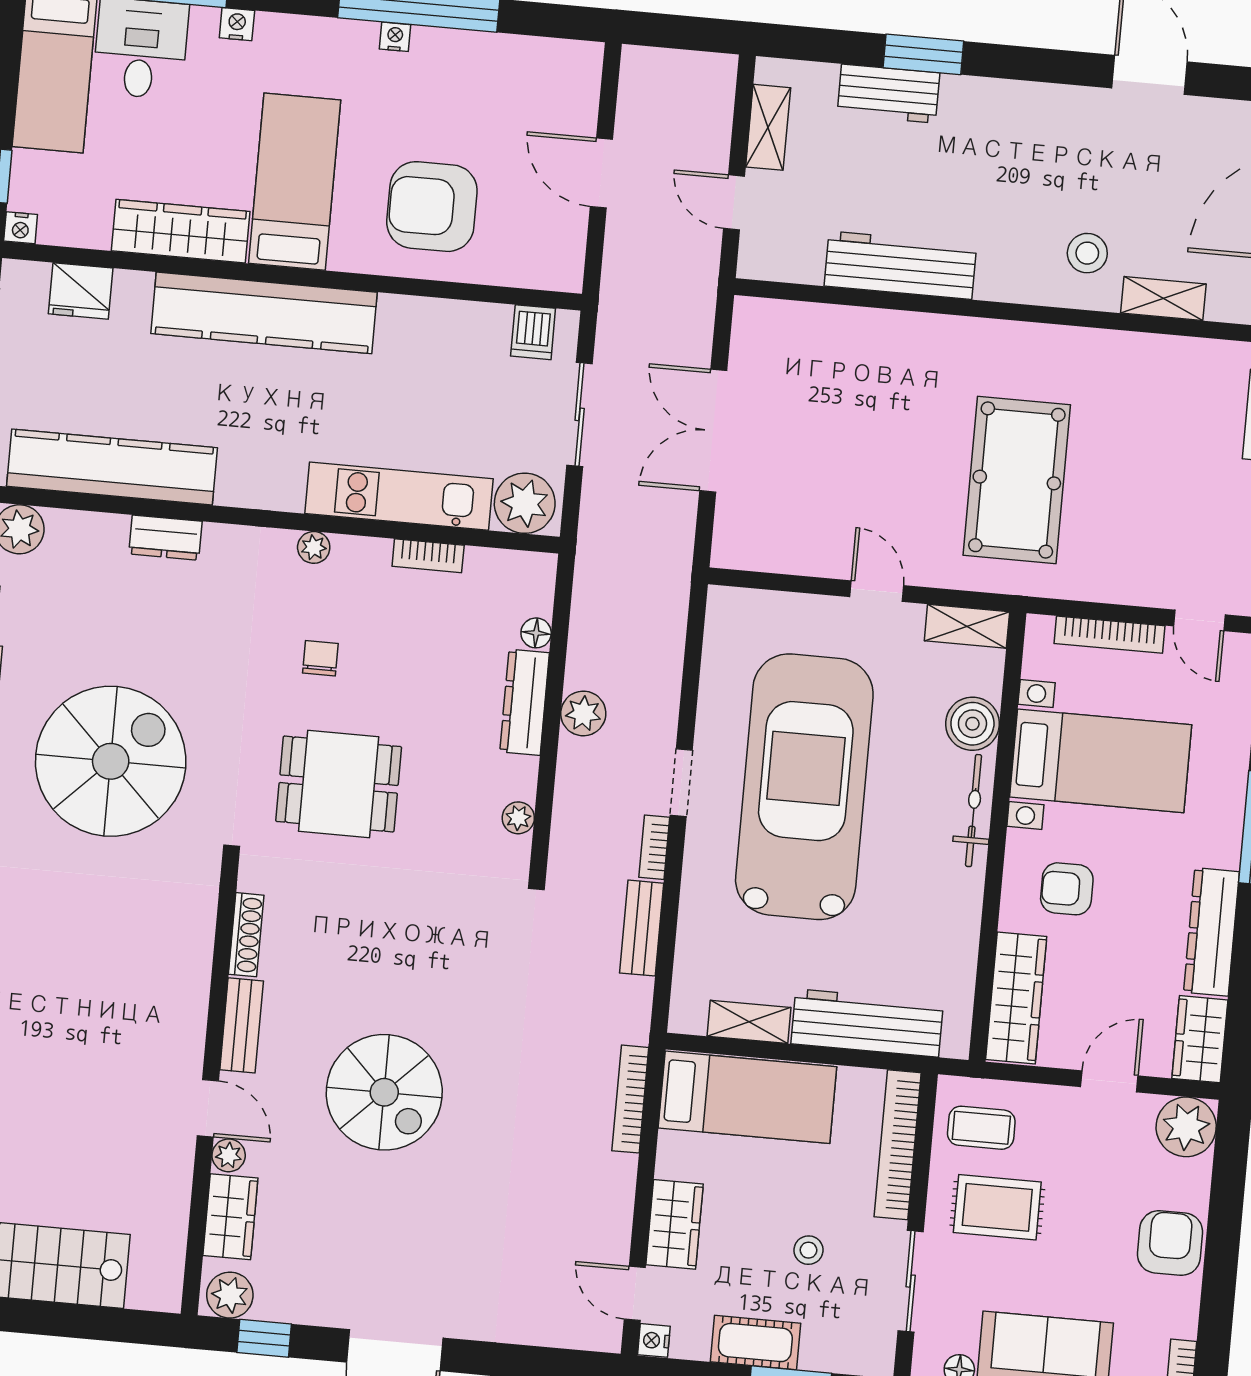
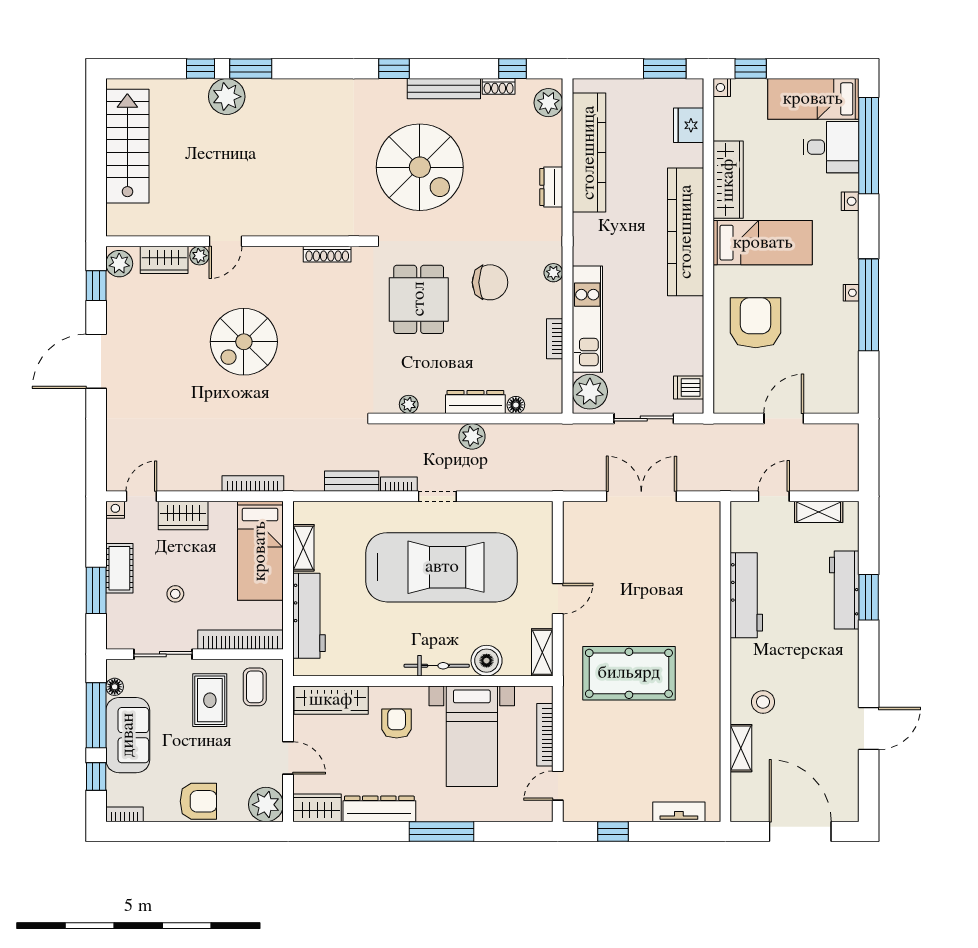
workbench: (888, 94) -> (844, 590), width x1.38
chair: (320, 658) -> (490, 282), width x1.87, depth x1.87
bench: (242, 1025) -> (275, 256), removed

